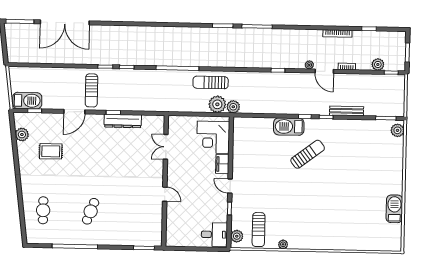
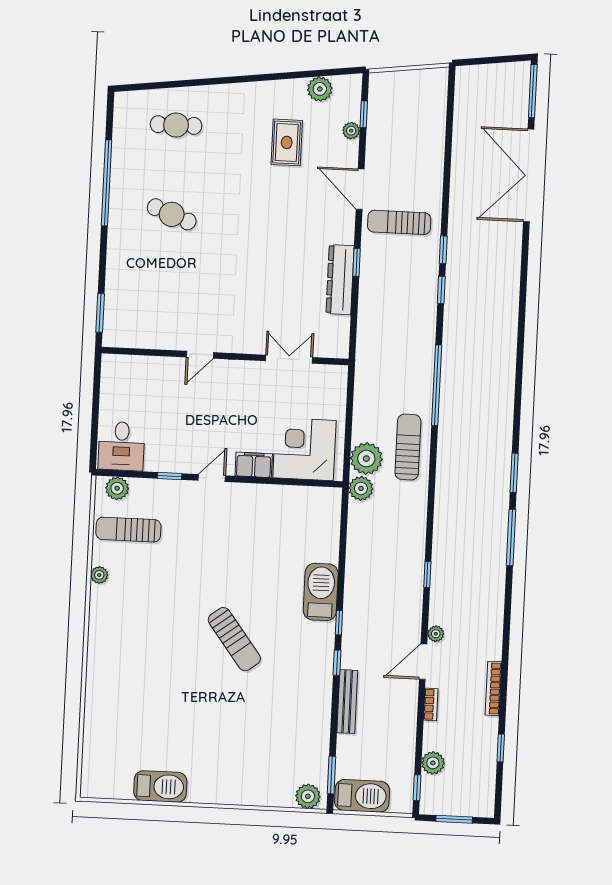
barbecue: (27, 101) -> (362, 796), moved, turned -90
plant: (43, 117) -> (351, 131), added
sun lounger: (308, 154) -> (234, 639), moved

